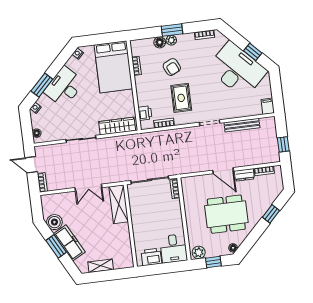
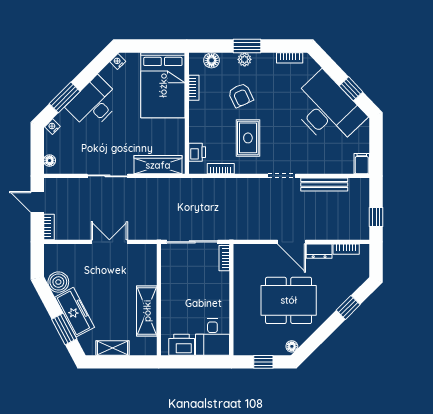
floor lamp: (160, 42) -> (212, 60), moved
double door: (88, 188) -> (109, 242), swing flipped
shelving: (119, 204) -> (147, 311), moved
window: (56, 246) -> (64, 329), moved
plant: (199, 252) -> (245, 347), removed

